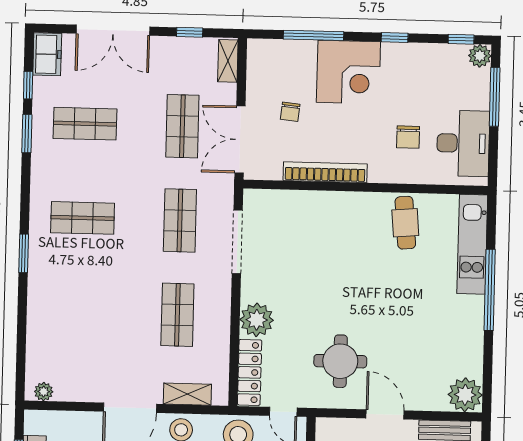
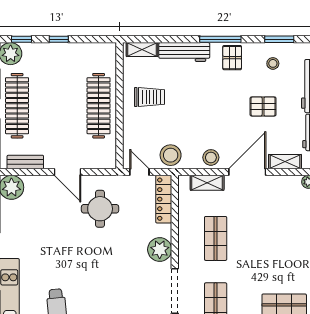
plant: (257, 320) -> (160, 250), moved
shelving: (76, 421) -> (285, 162), added

